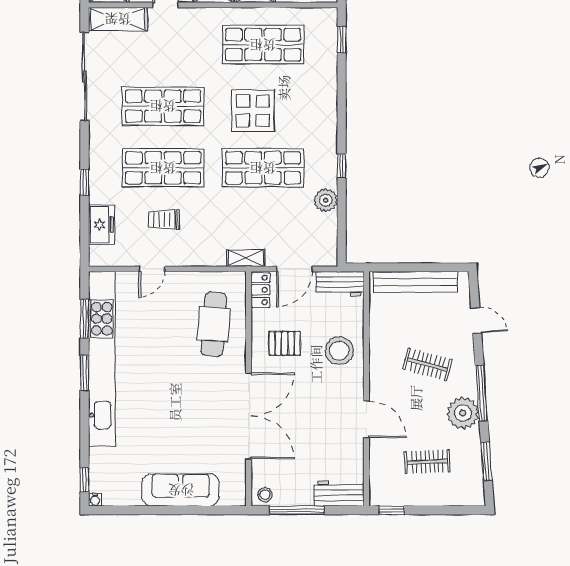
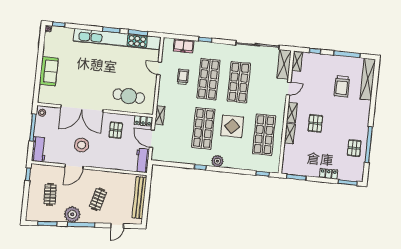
plant: (326, 200) -> (217, 161), moved
stool: (339, 351) -> (82, 145), moved
sofa: (181, 490) -> (49, 71), width x0.73

